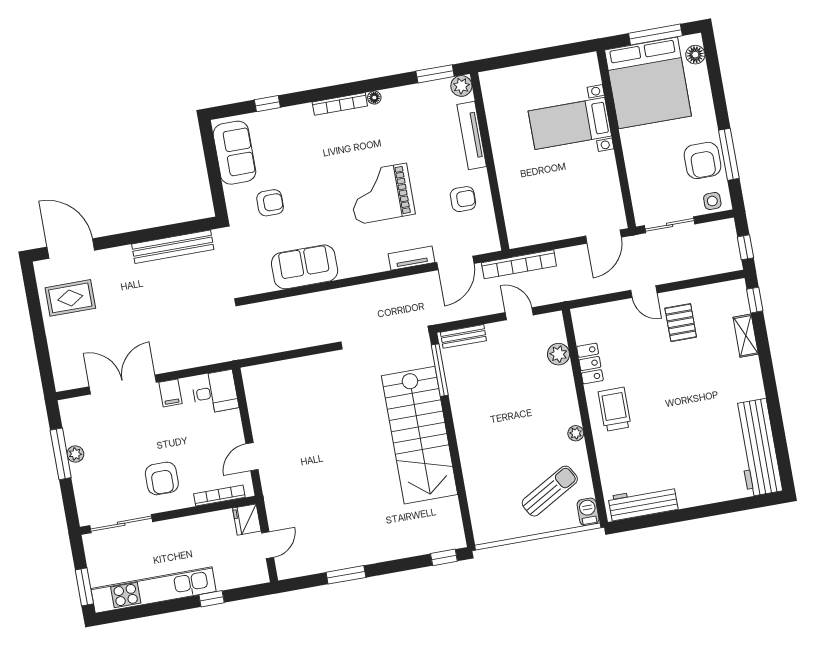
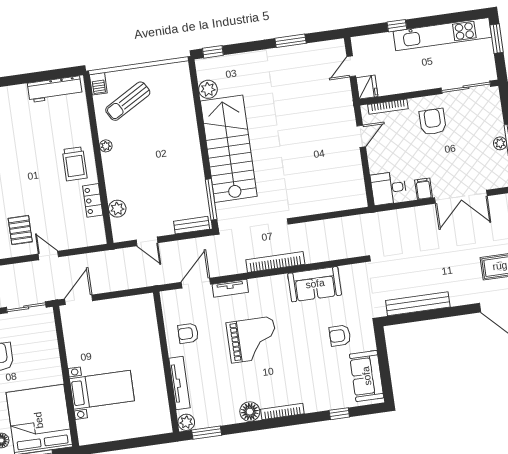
floor lamp: (374, 98) -> (250, 412), width x1.89, depth x1.89
bookcase: (519, 264) -> (275, 262), moved
plant: (449, 510) -> (208, 89), added

